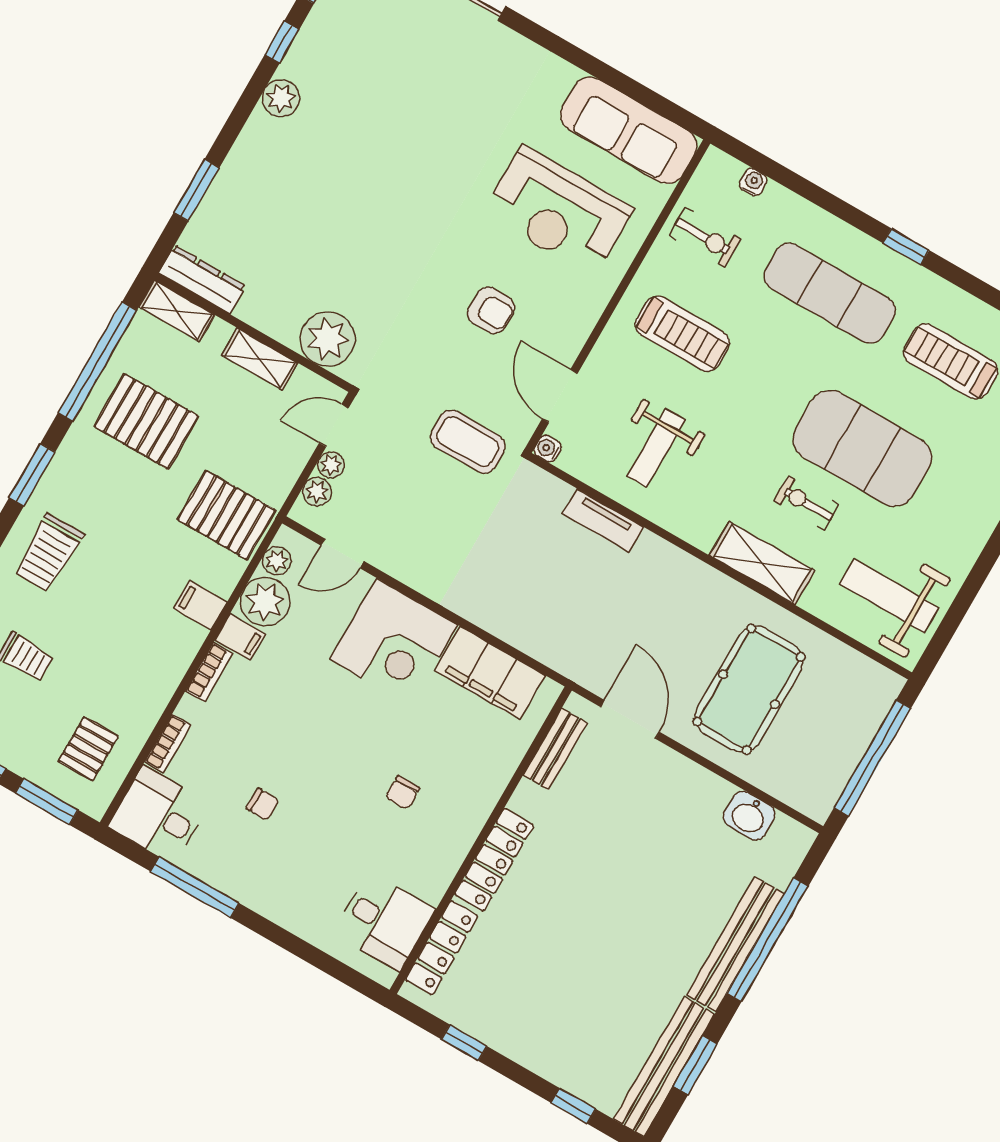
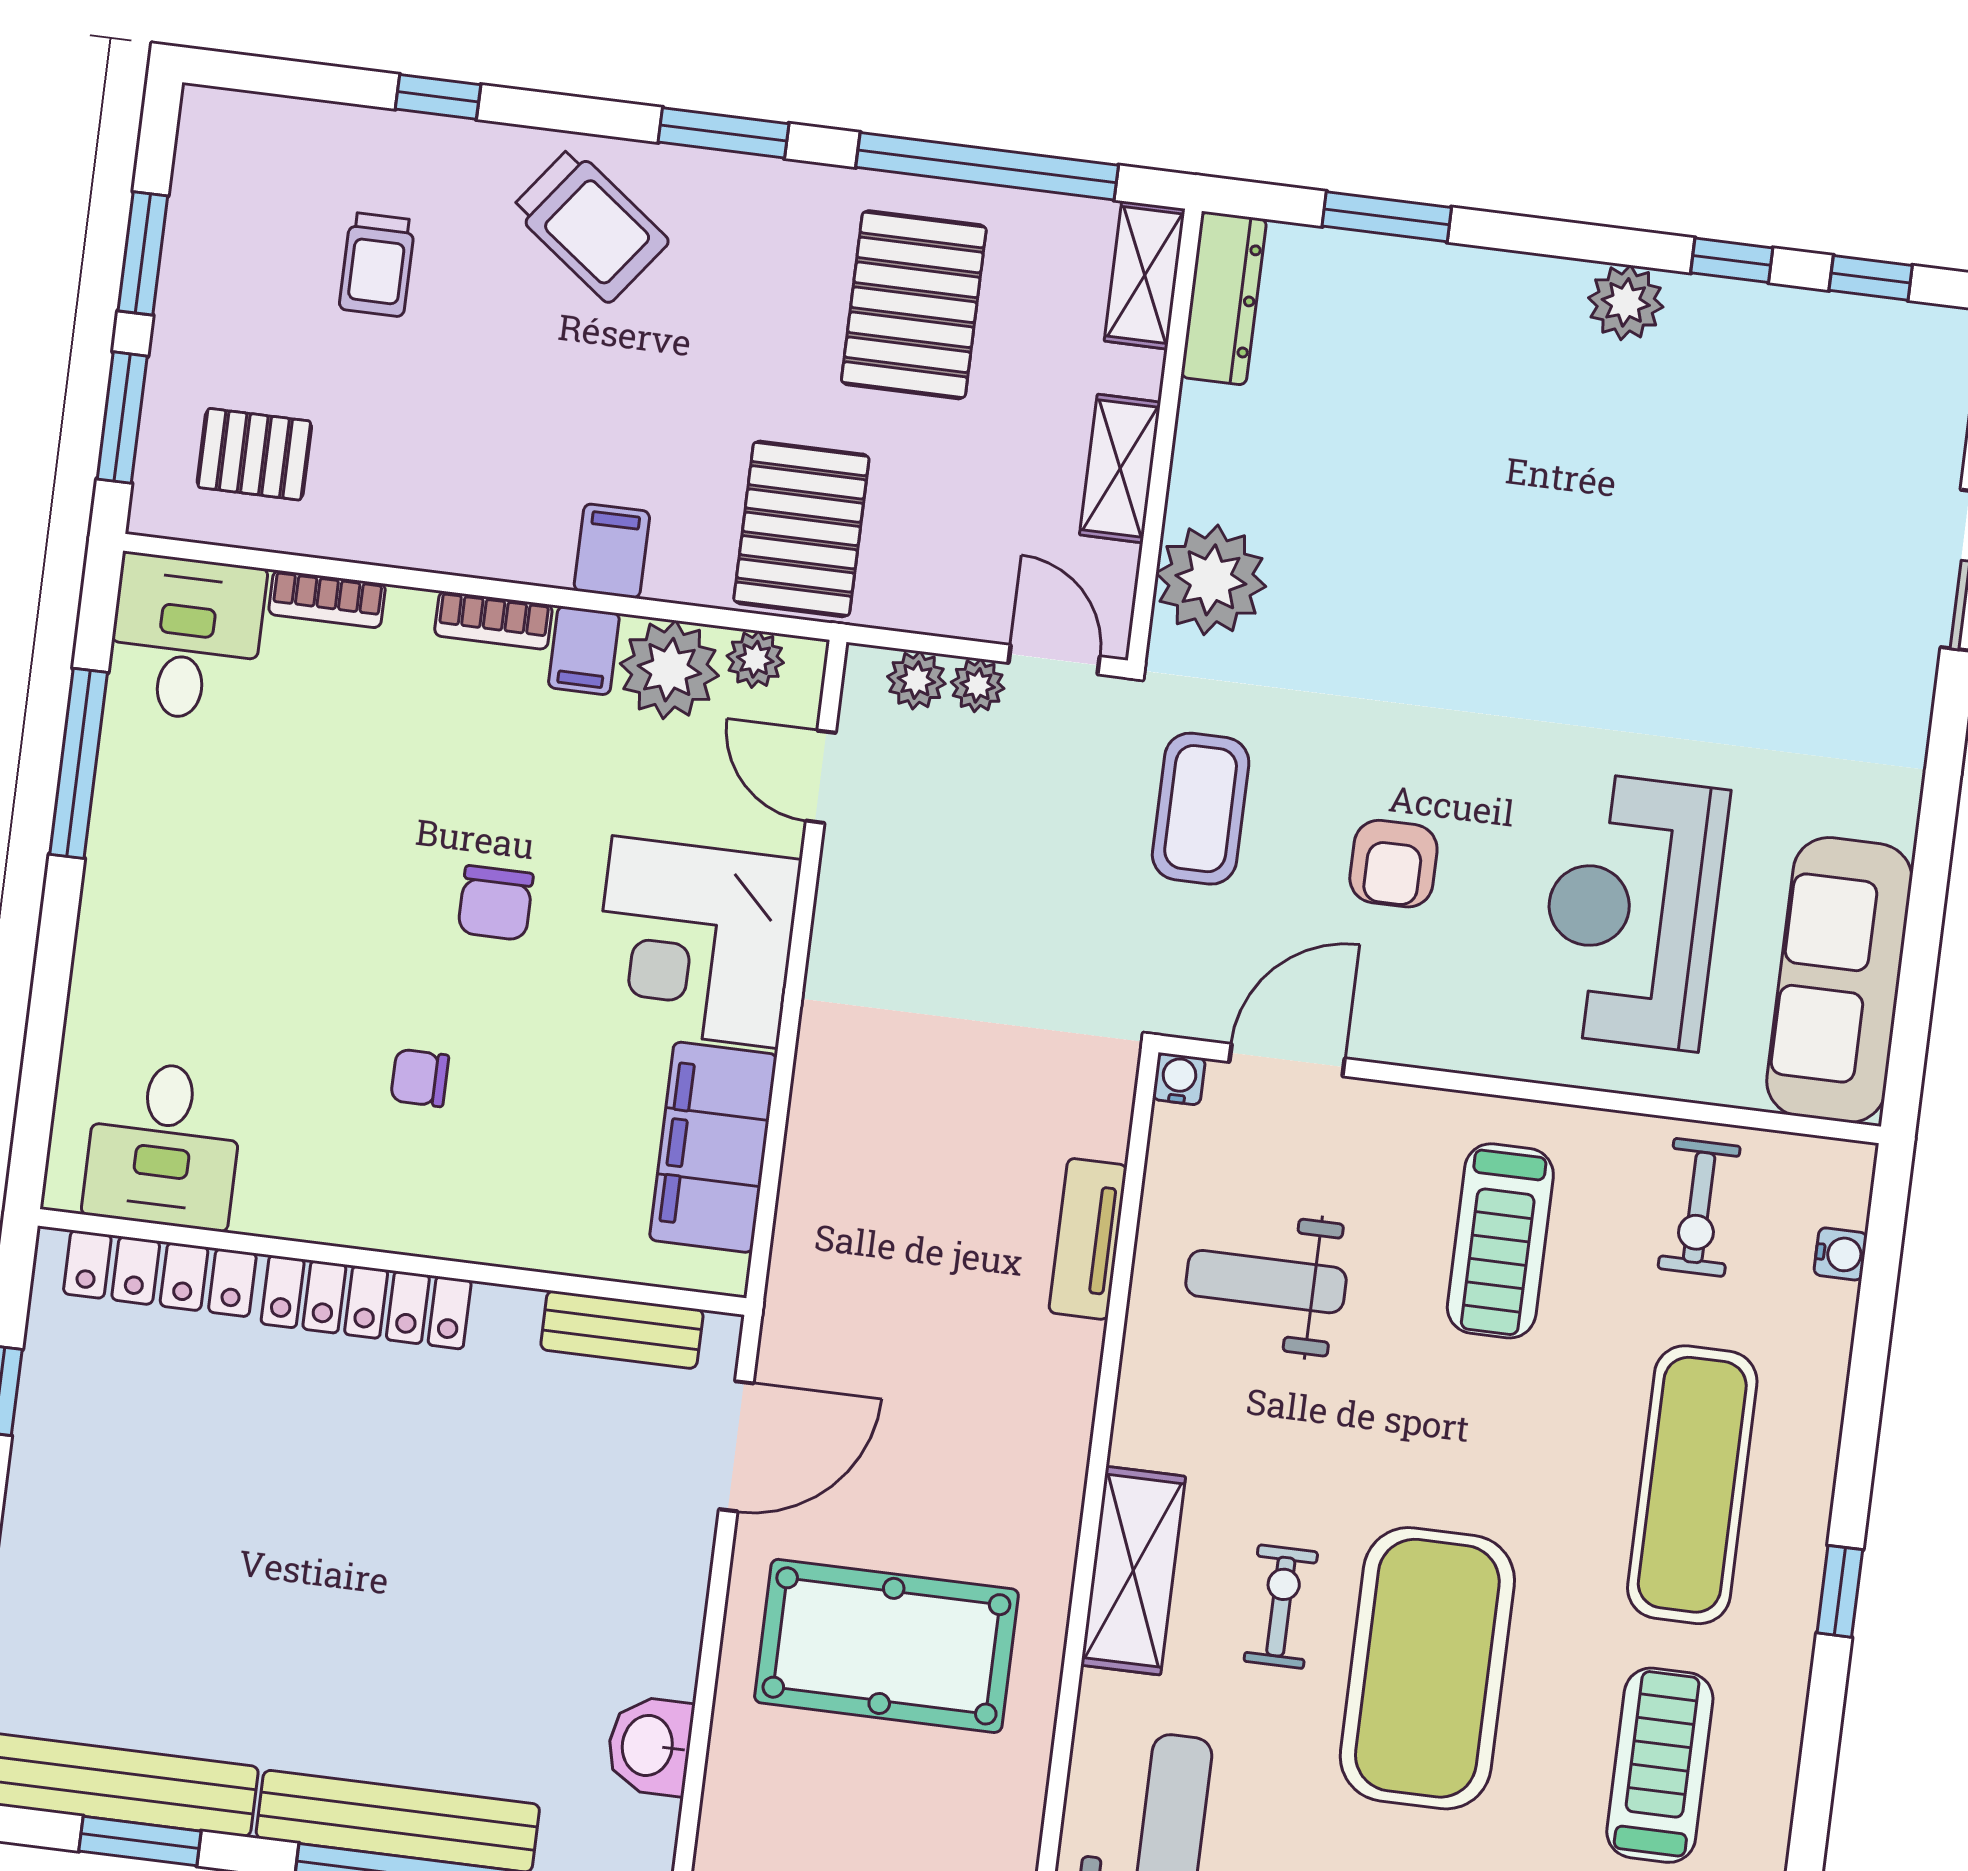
coffee table: (468, 442) -> (1201, 809), moved
trolley: (48, 553) -> (590, 225), turned -143
chair: (263, 804) -> (495, 903), moved, width x1.37, depth x1.37

